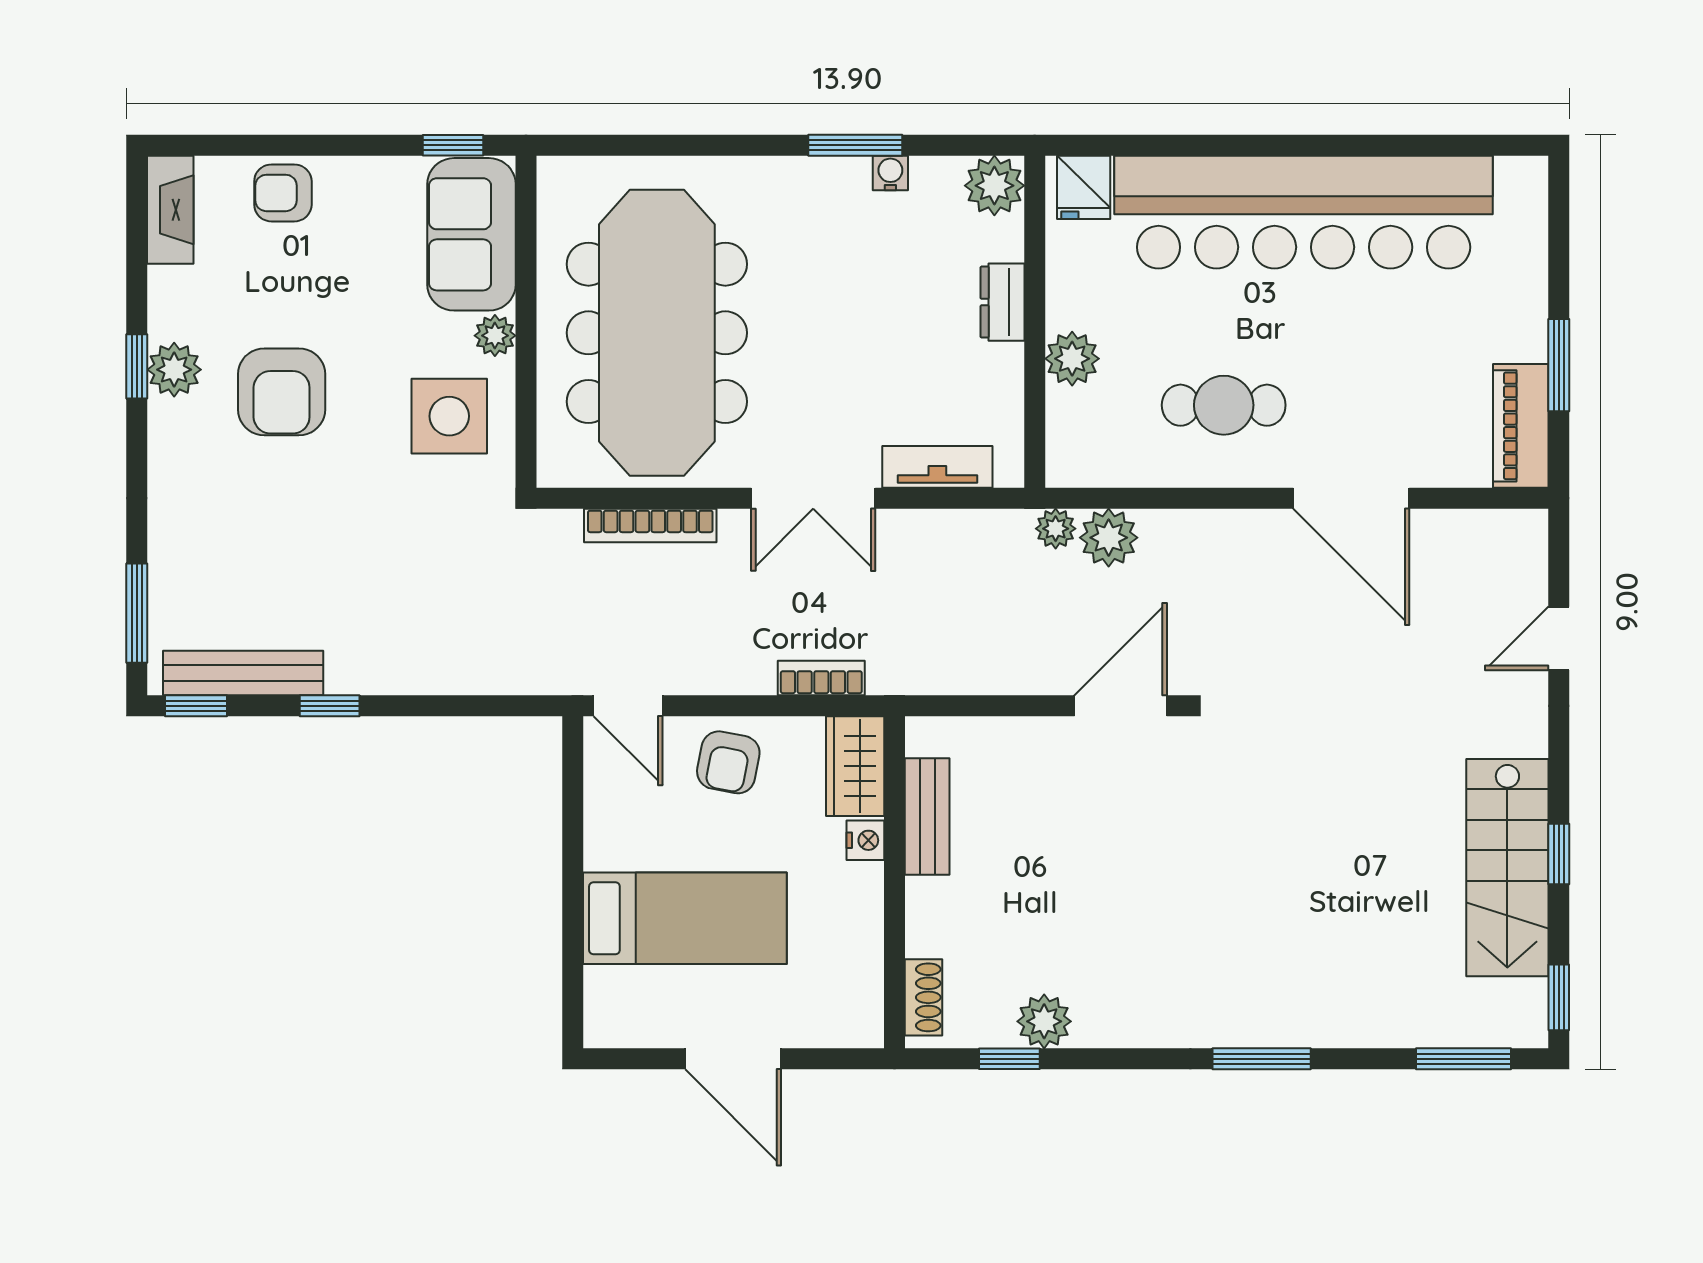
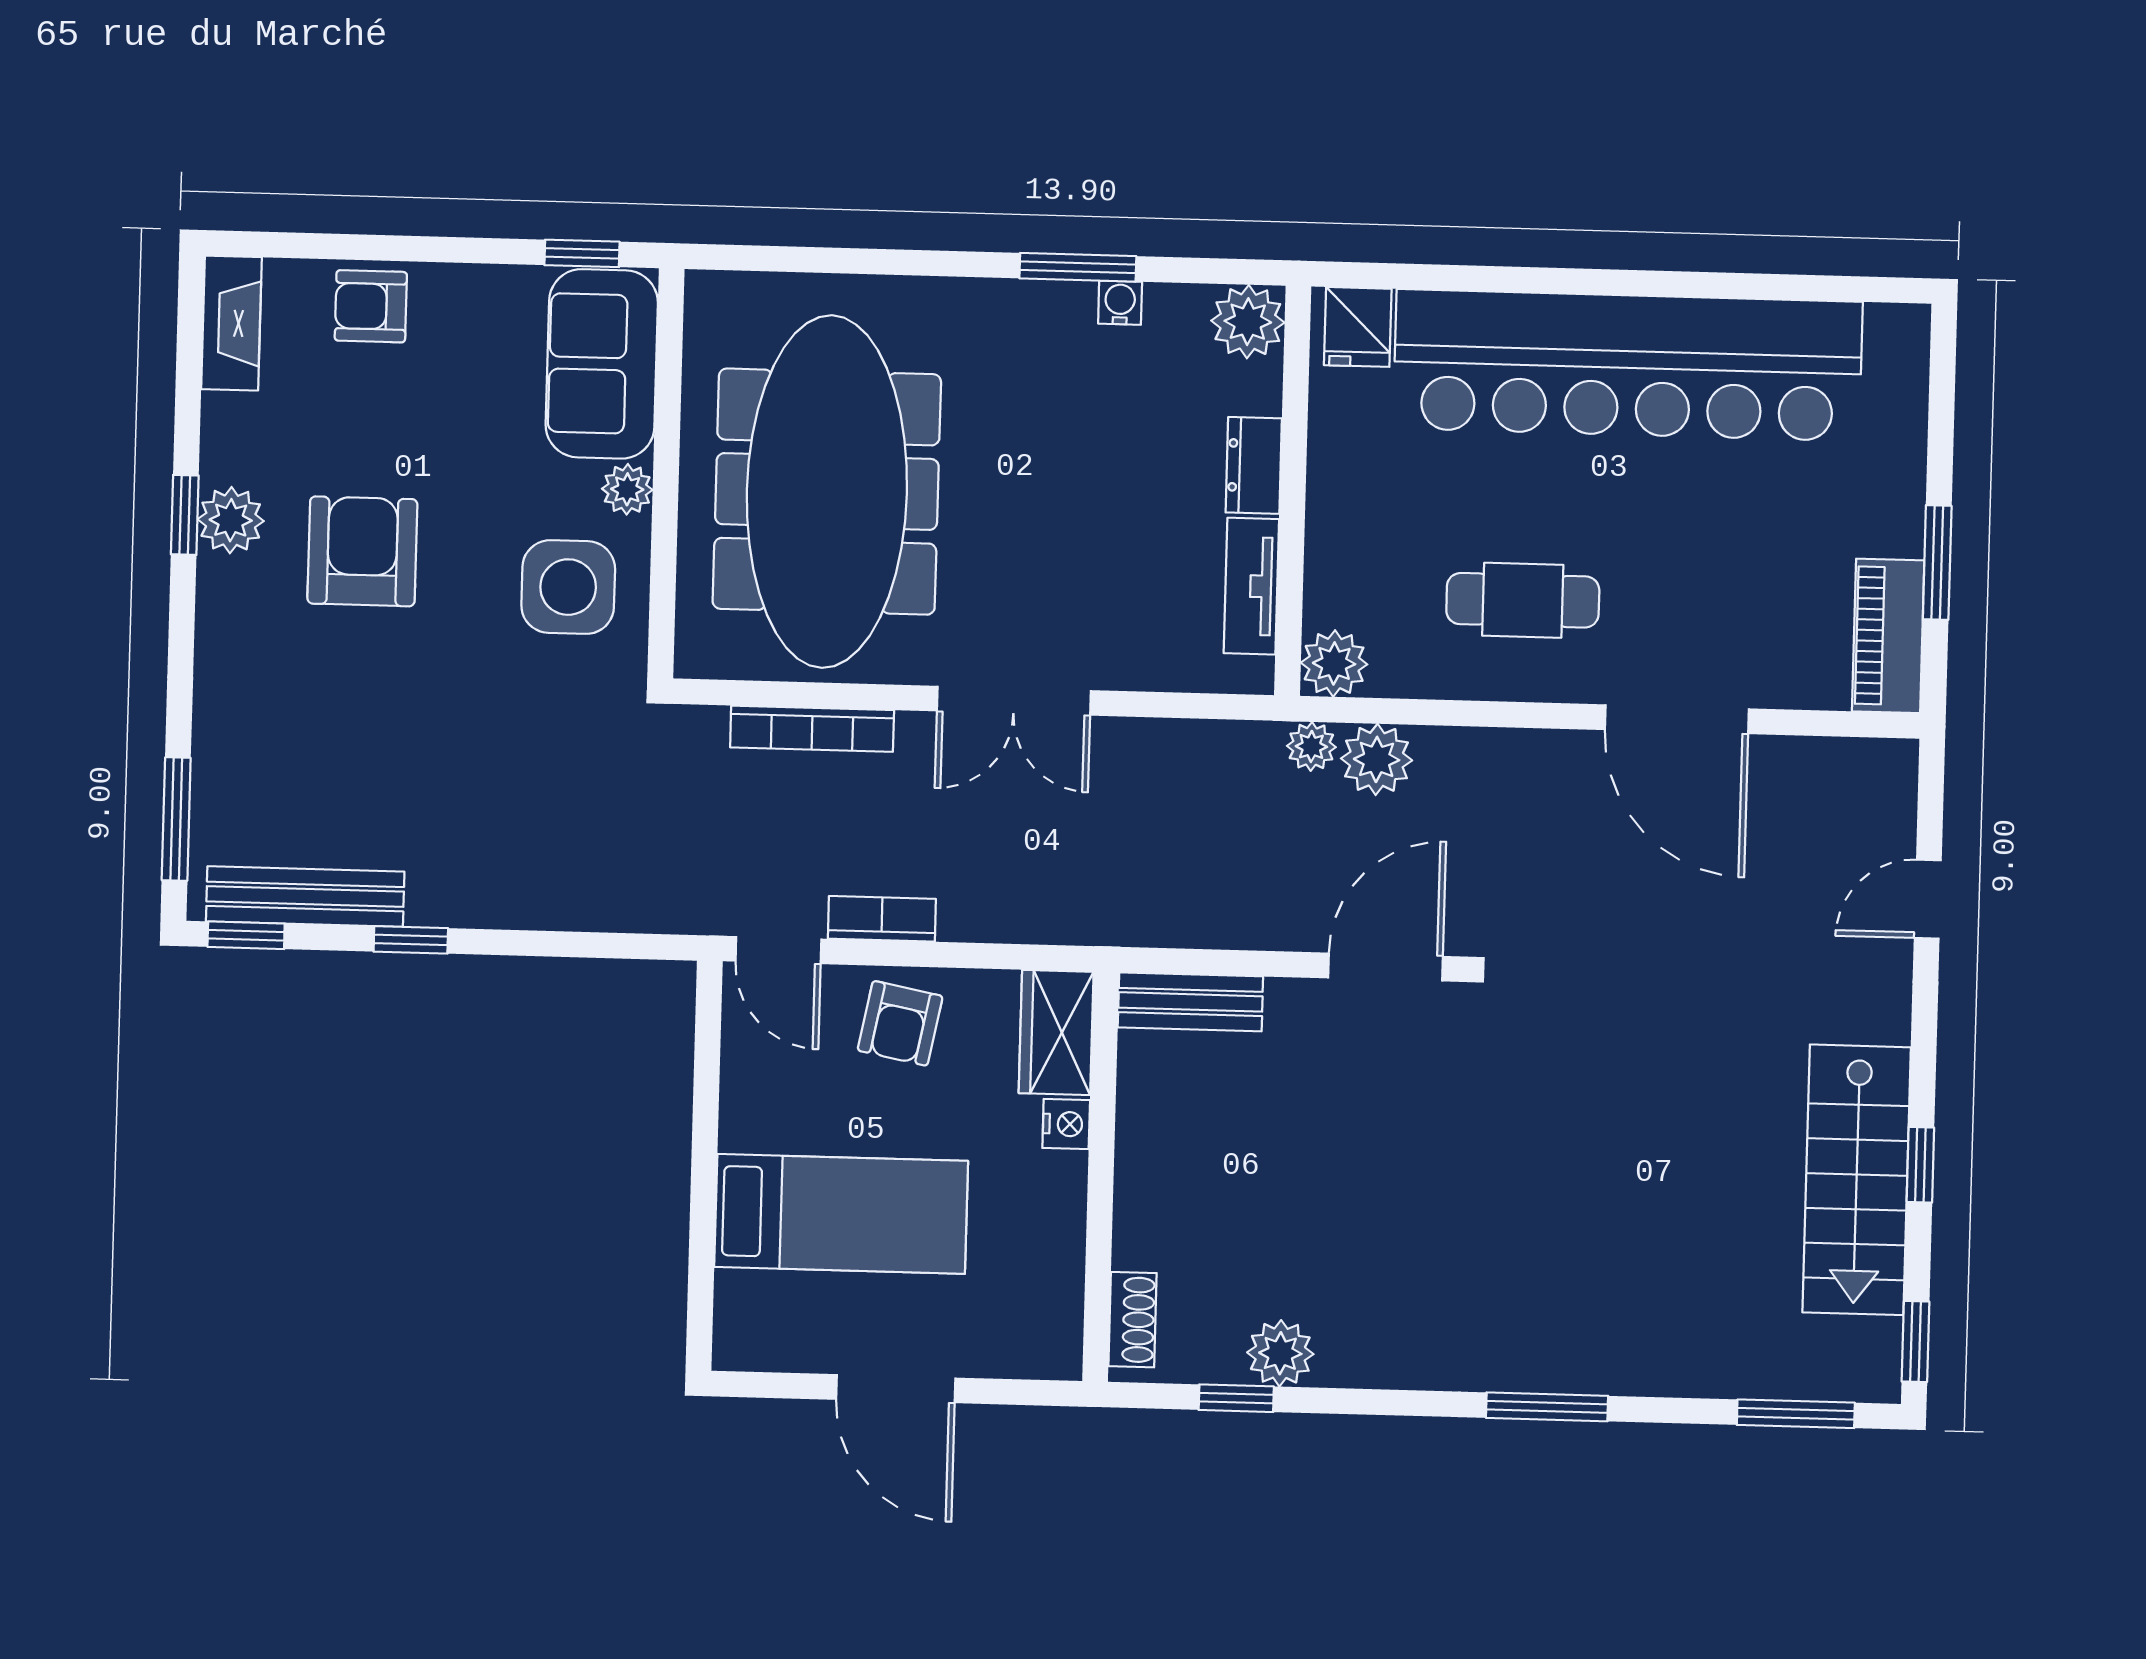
plant: (1072, 359) -> (1334, 663), moved
armchair: (282, 392) -> (362, 551), turned 180
tv unit: (937, 467) -> (1251, 586), moved, turned -90
bookcase: (821, 678) -> (882, 919), moved
bench: (927, 816) -> (1190, 1002), moved, turned 90

